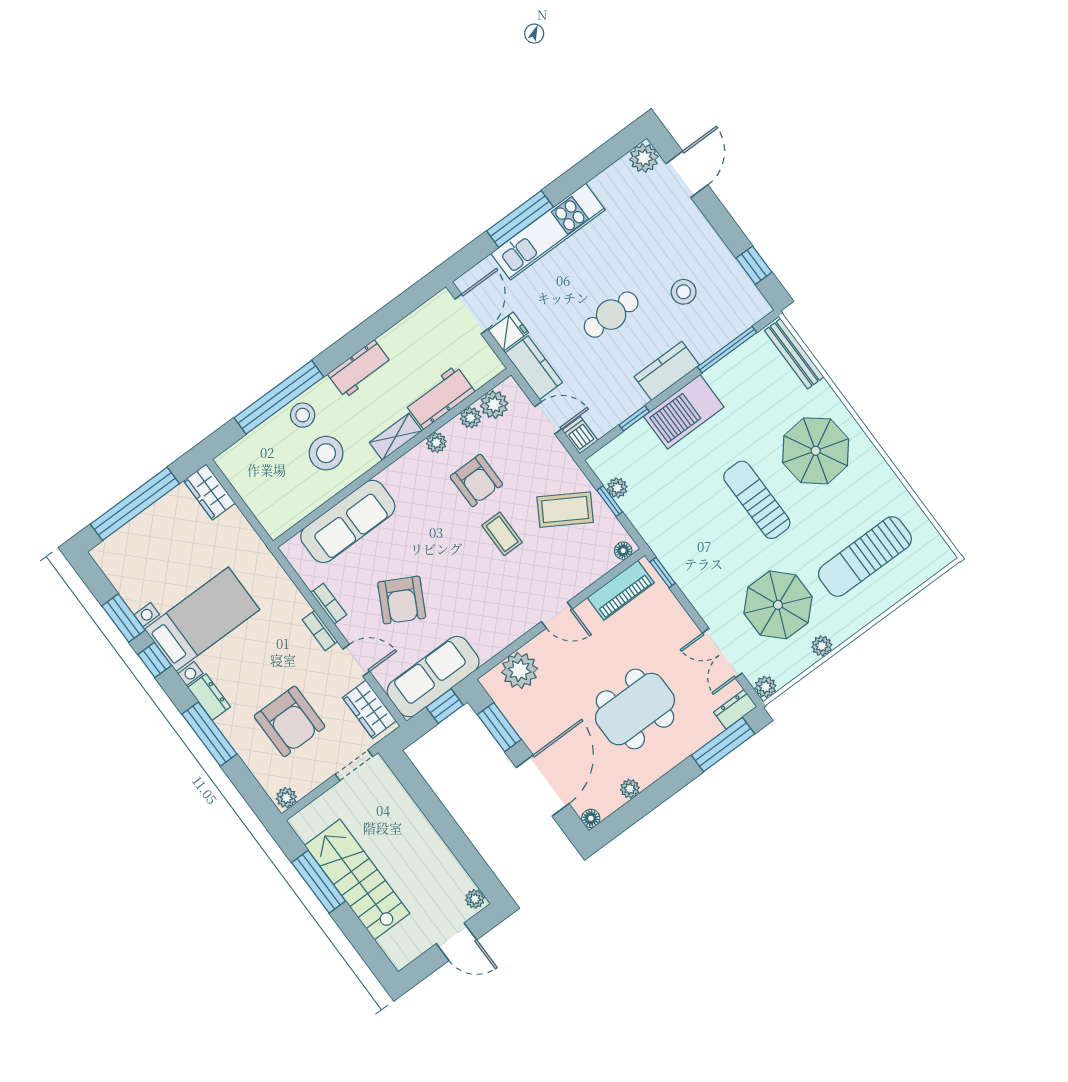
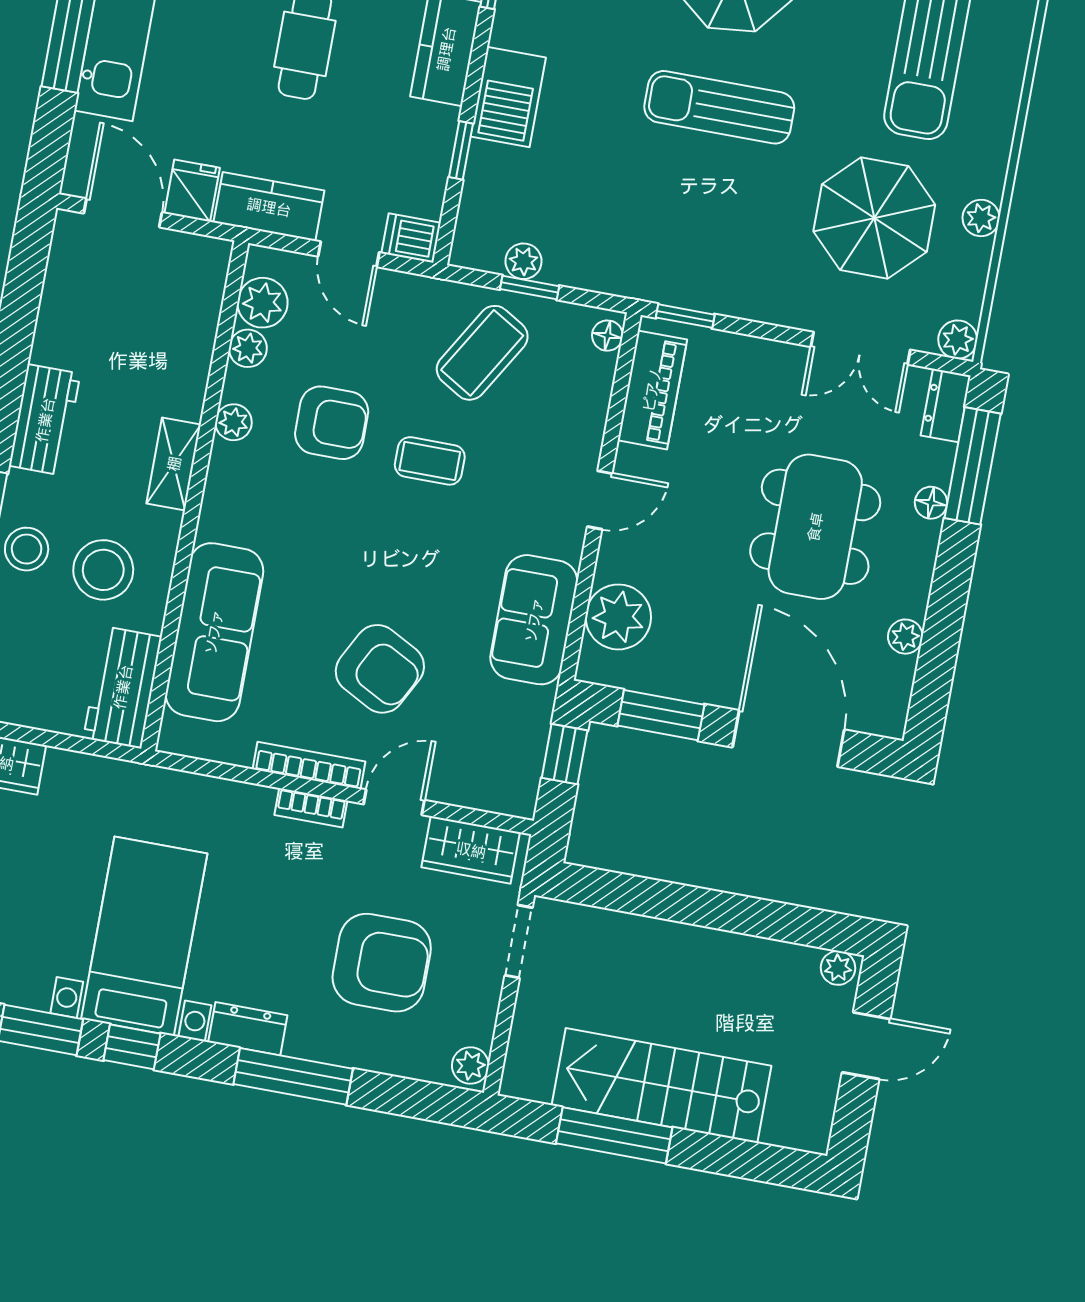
workbench: (440, 397) -> (123, 687), moved
barbecue: (684, 412) -> (508, 97), width x0.73, depth x0.83
door: (548, 418) -> (349, 254), swing flipped
bookcase: (329, 604) -> (309, 765), width x1.56
sofa: (433, 677) -> (534, 620), moved, width x0.73
floor lamp: (591, 818) -> (931, 503), moved

